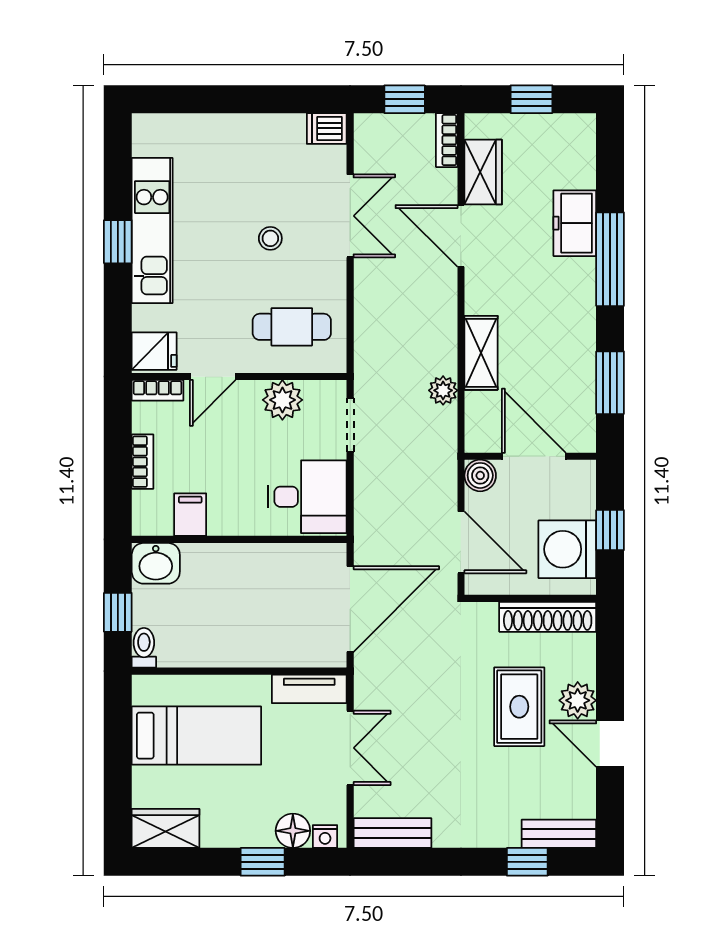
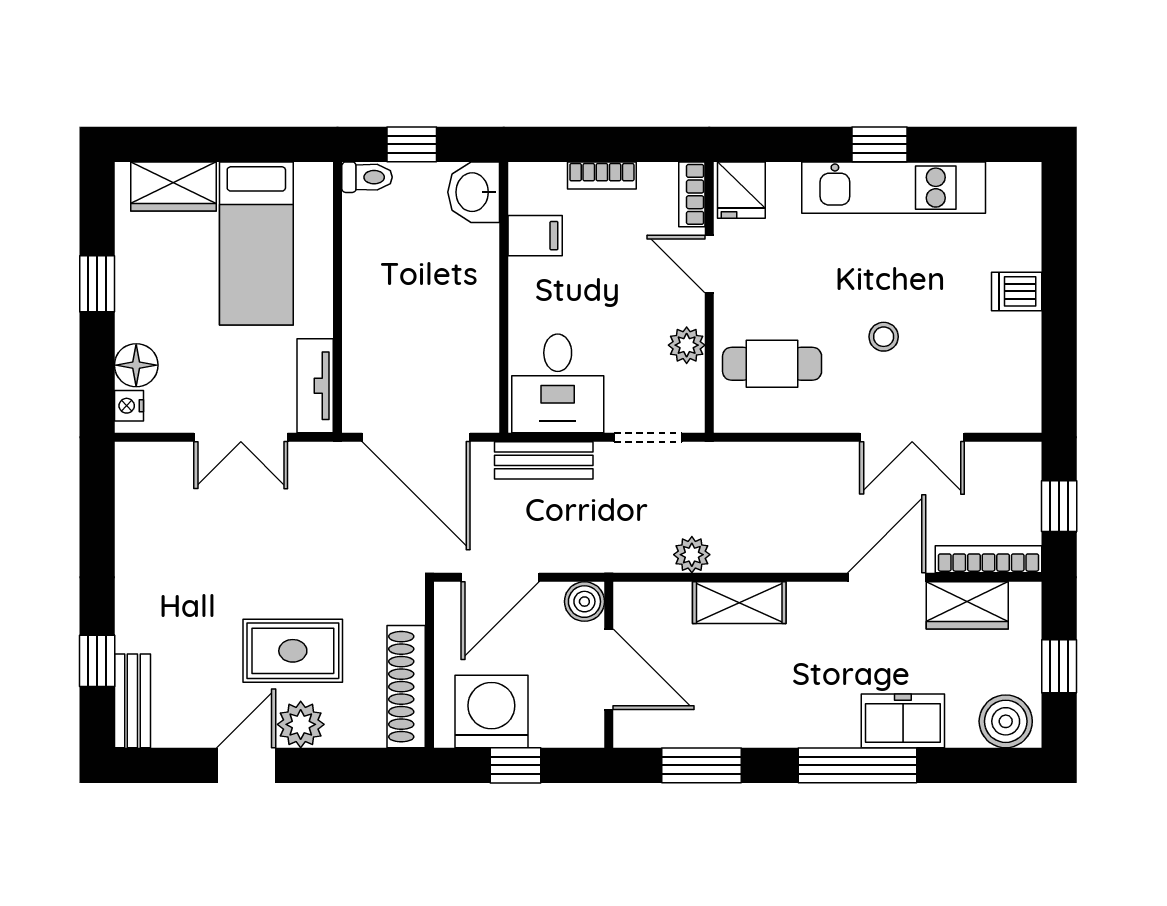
dishwasher: (327, 128) -> (1017, 291), moved, turned -90
bookcase: (447, 140) -> (989, 559), width x1.56
boiler: (575, 142) -> (1006, 721), added
cafe table: (292, 327) -> (772, 364), turned 90
plant: (282, 400) -> (687, 345), width x0.73, depth x0.73
door: (534, 456) -> (609, 669), hinge flipped
wardrobe: (165, 828) -> (173, 186), moved, turned 90
bench: (392, 833) -> (544, 460), moved, turned 90
window: (263, 862) -> (97, 284), moved

